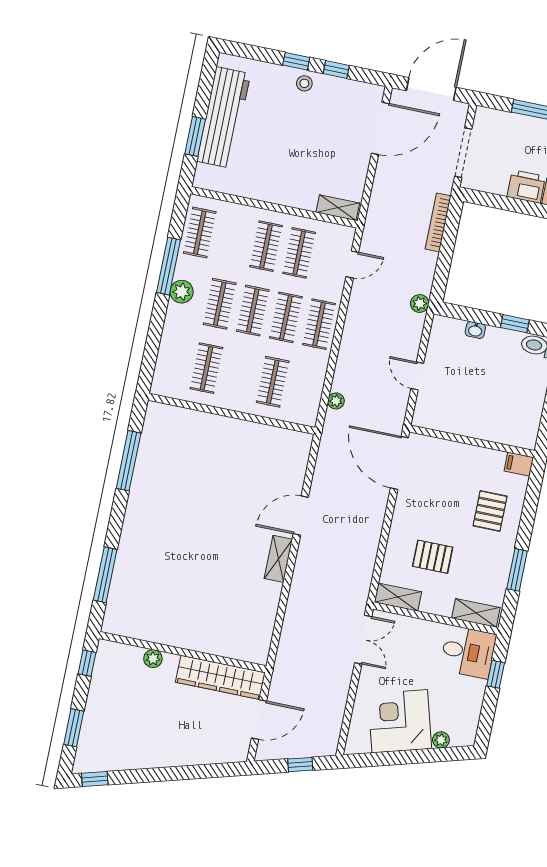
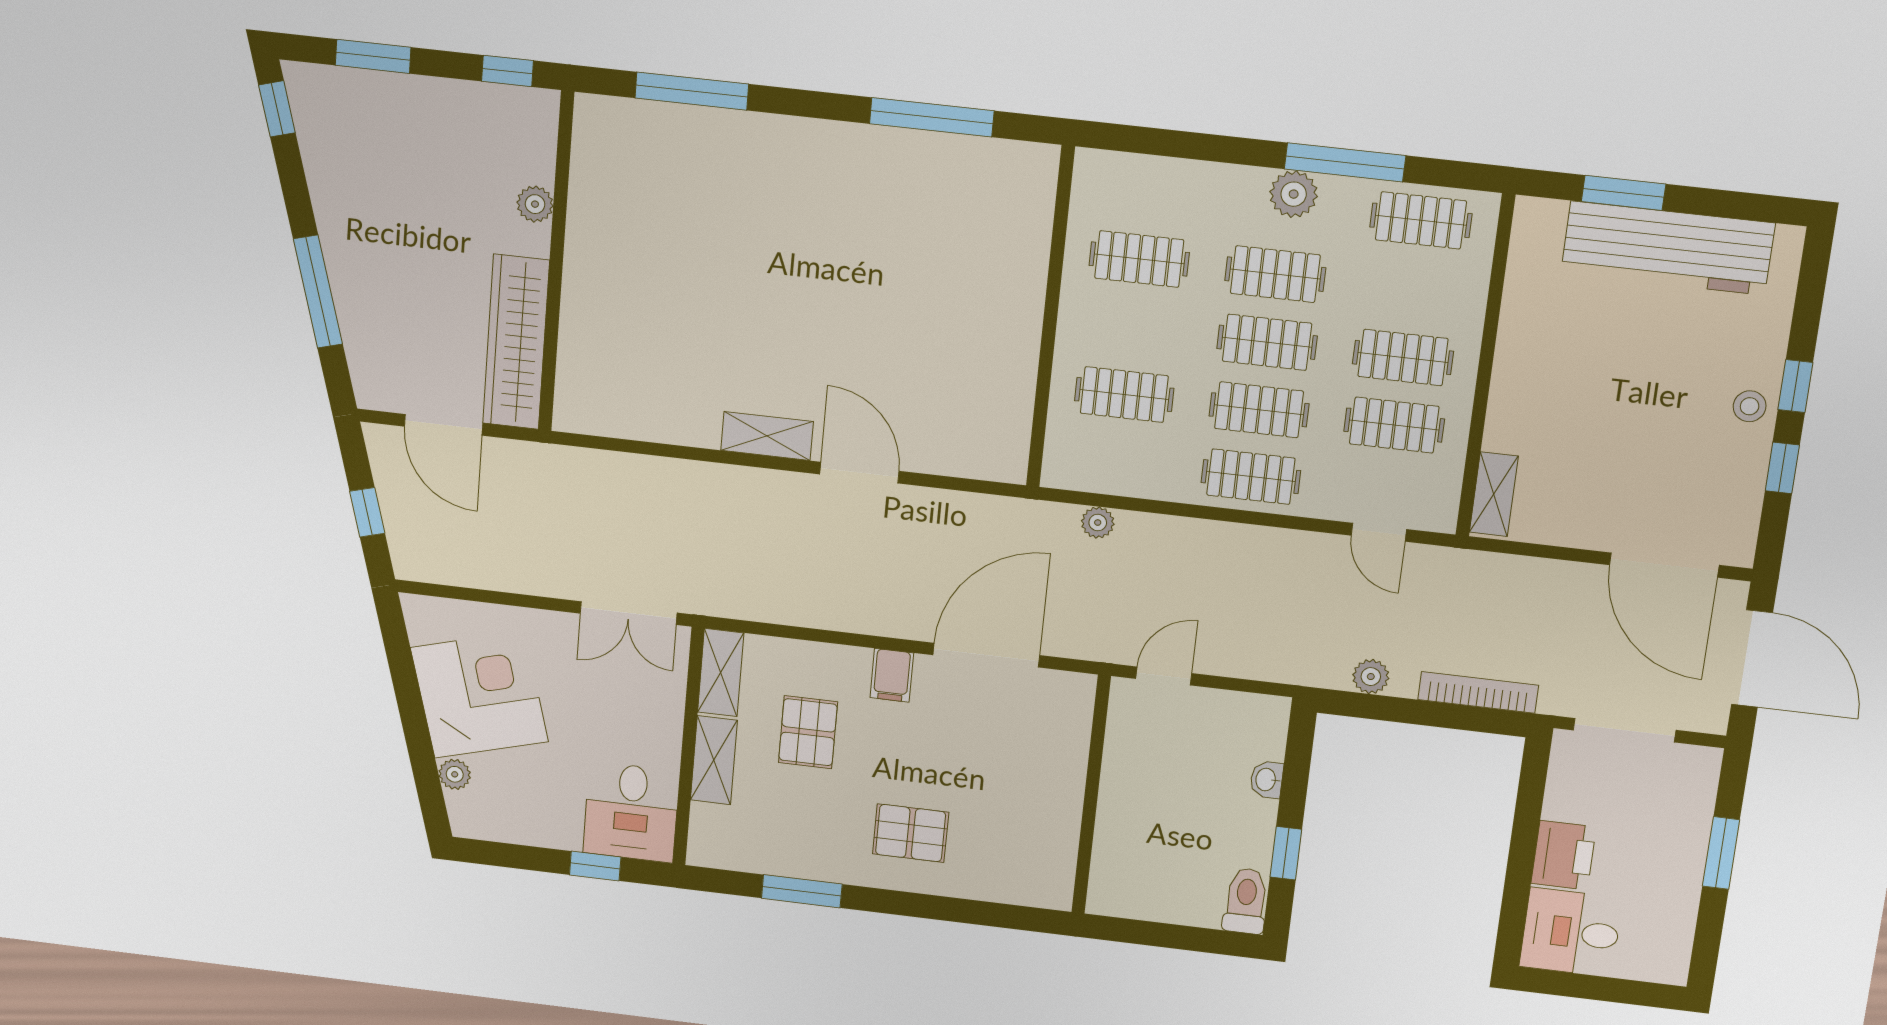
plant: (420, 304) -> (1371, 677), moved
wall: (472, 441) -> (1091, 795), moved
filing cabinet: (519, 464) -> (892, 675), moved, turned 180
shelving: (476, 613) -> (714, 760), moved
window: (186, 773) -> (318, 292), added

